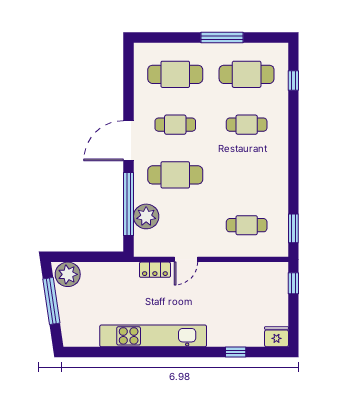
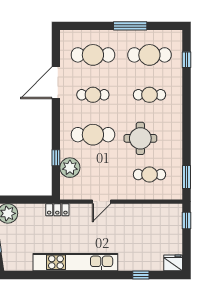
door: (129, 141) -> (56, 83), moved
round table: (235, 180) -> (140, 138), added
window: (129, 204) -> (56, 158), width x0.32
locker: (155, 270) -> (57, 210), moved

